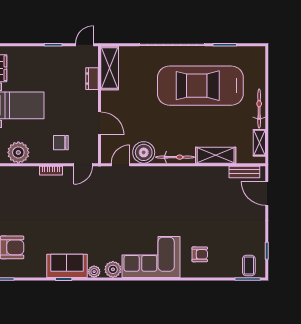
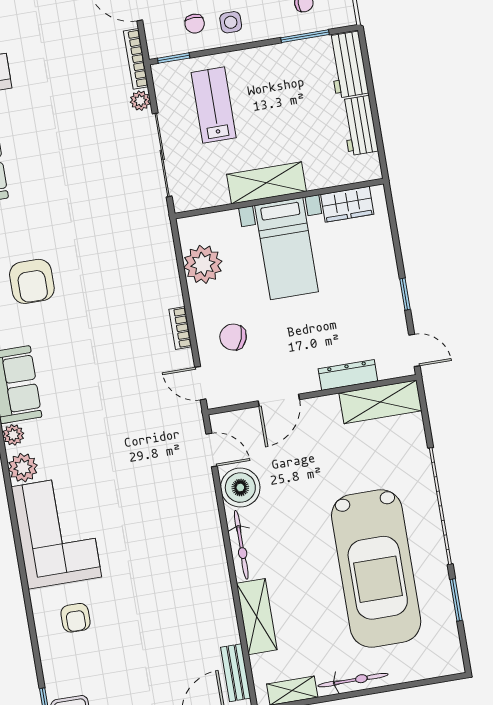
dresser: (92, 79) -> (348, 375), width x1.44
car: (200, 86) -> (376, 569), turned 180
chair: (61, 143) -> (233, 337), turned -70

